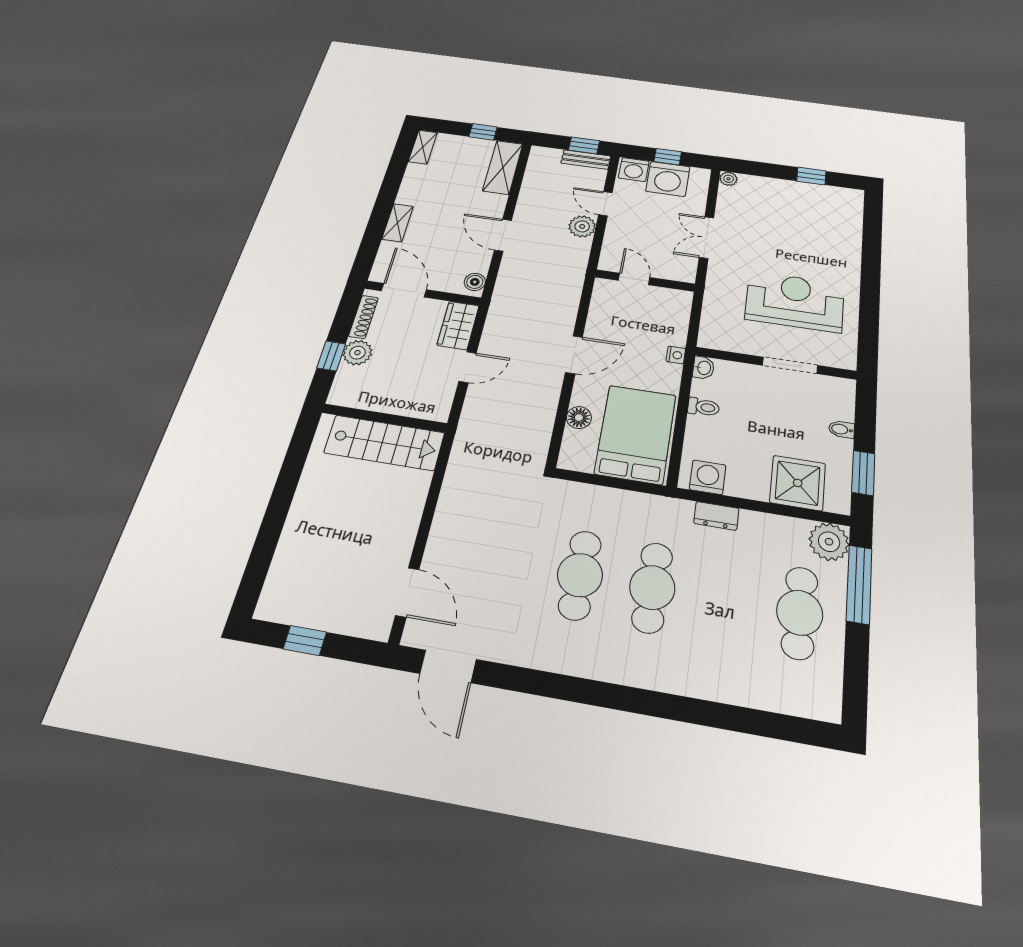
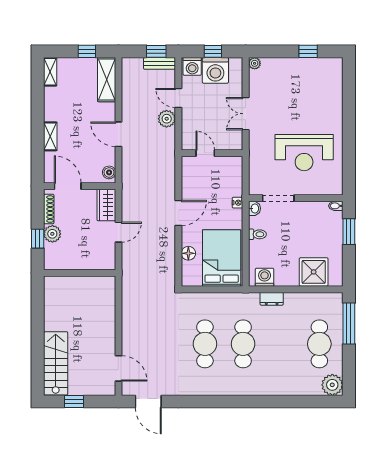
reception desk: (795, 301) -> (304, 153), turned 180
doorway: (790, 365) -> (278, 198), moved
bidet: (841, 429) -> (336, 206), moved
stairs: (384, 443) -> (56, 363), moved, turned -90
window: (863, 473) -> (349, 232), moved
plant: (829, 542) -> (332, 385), moved

